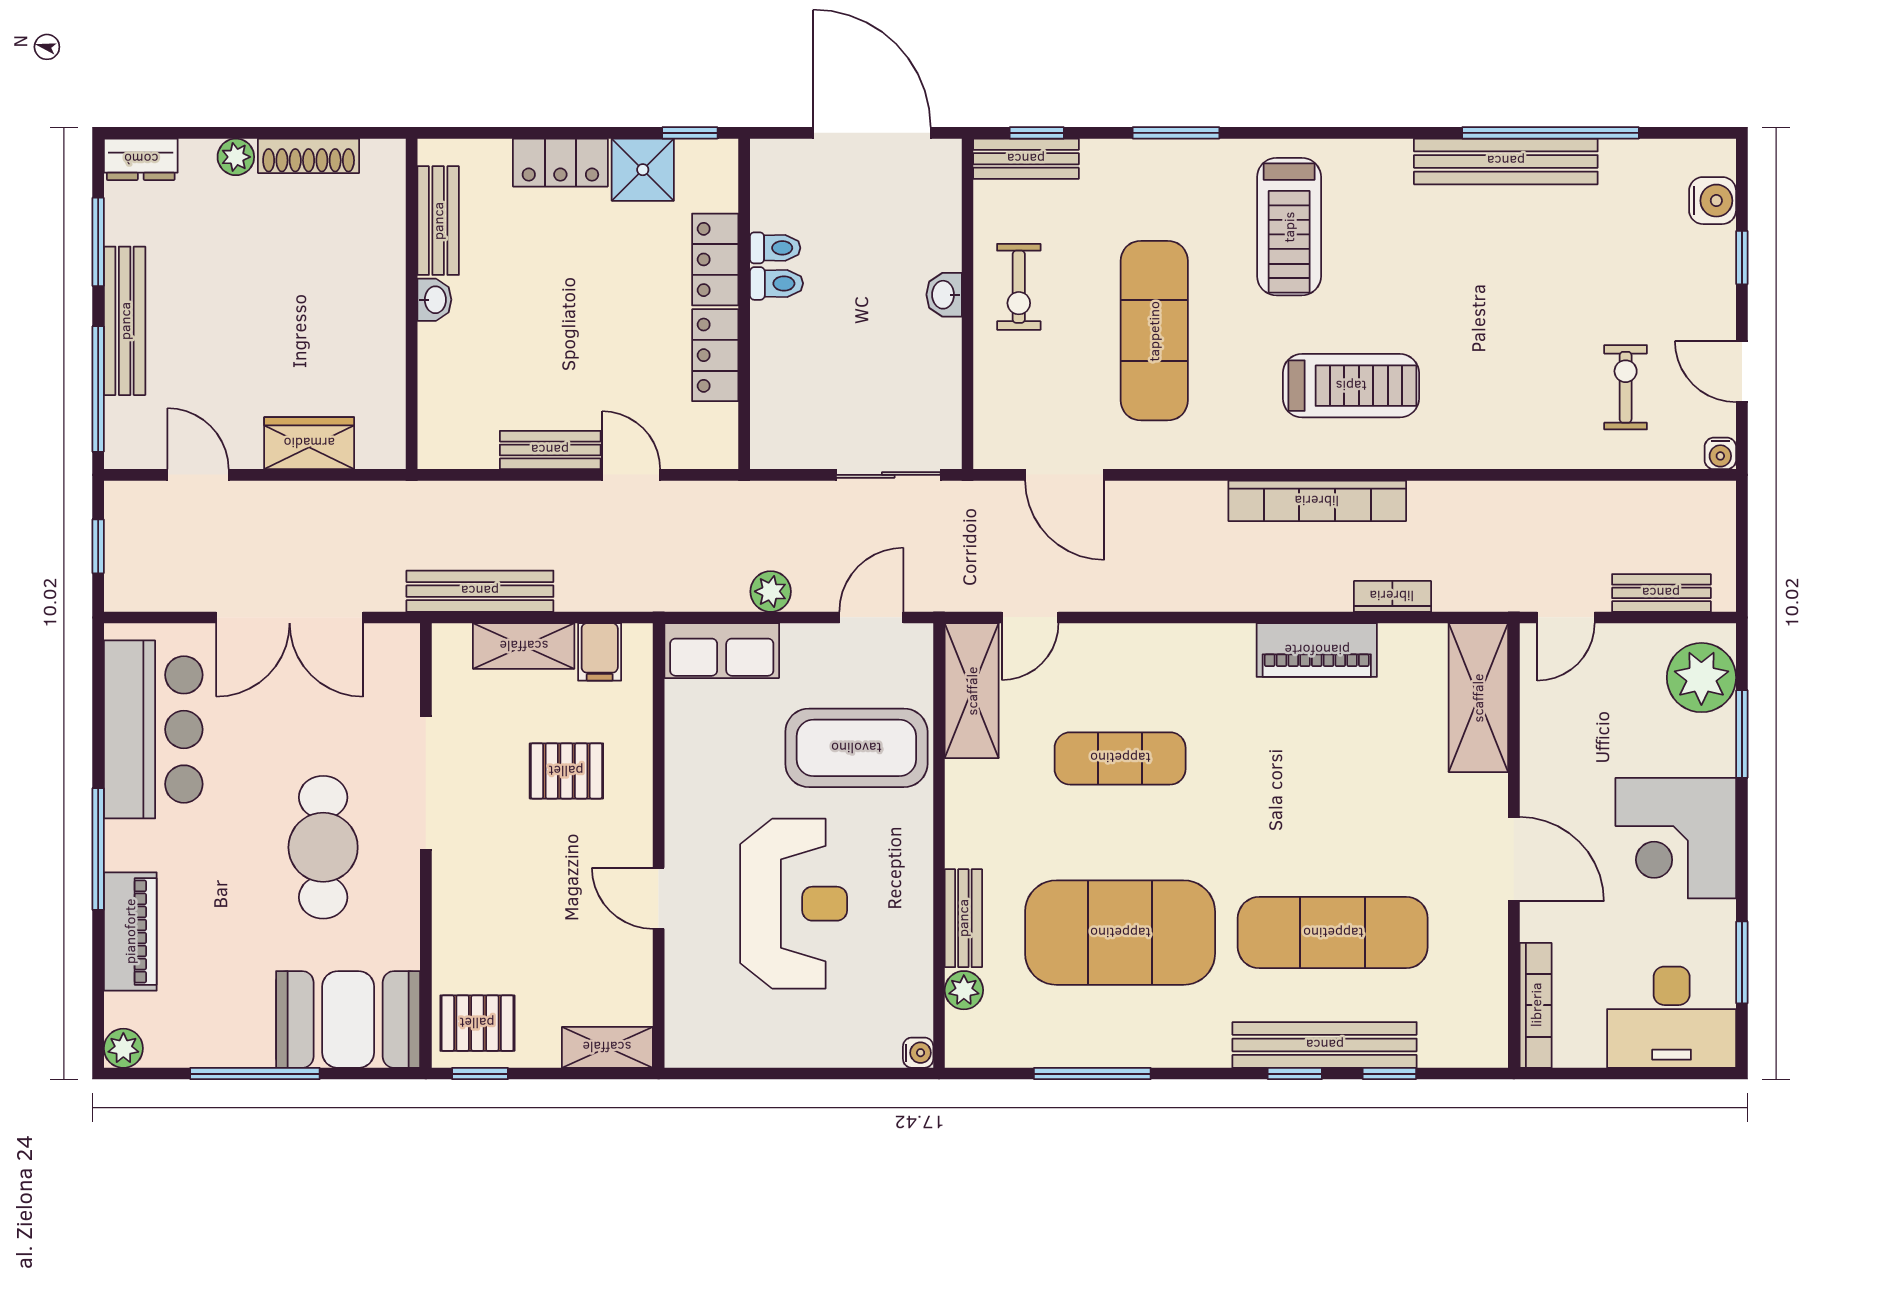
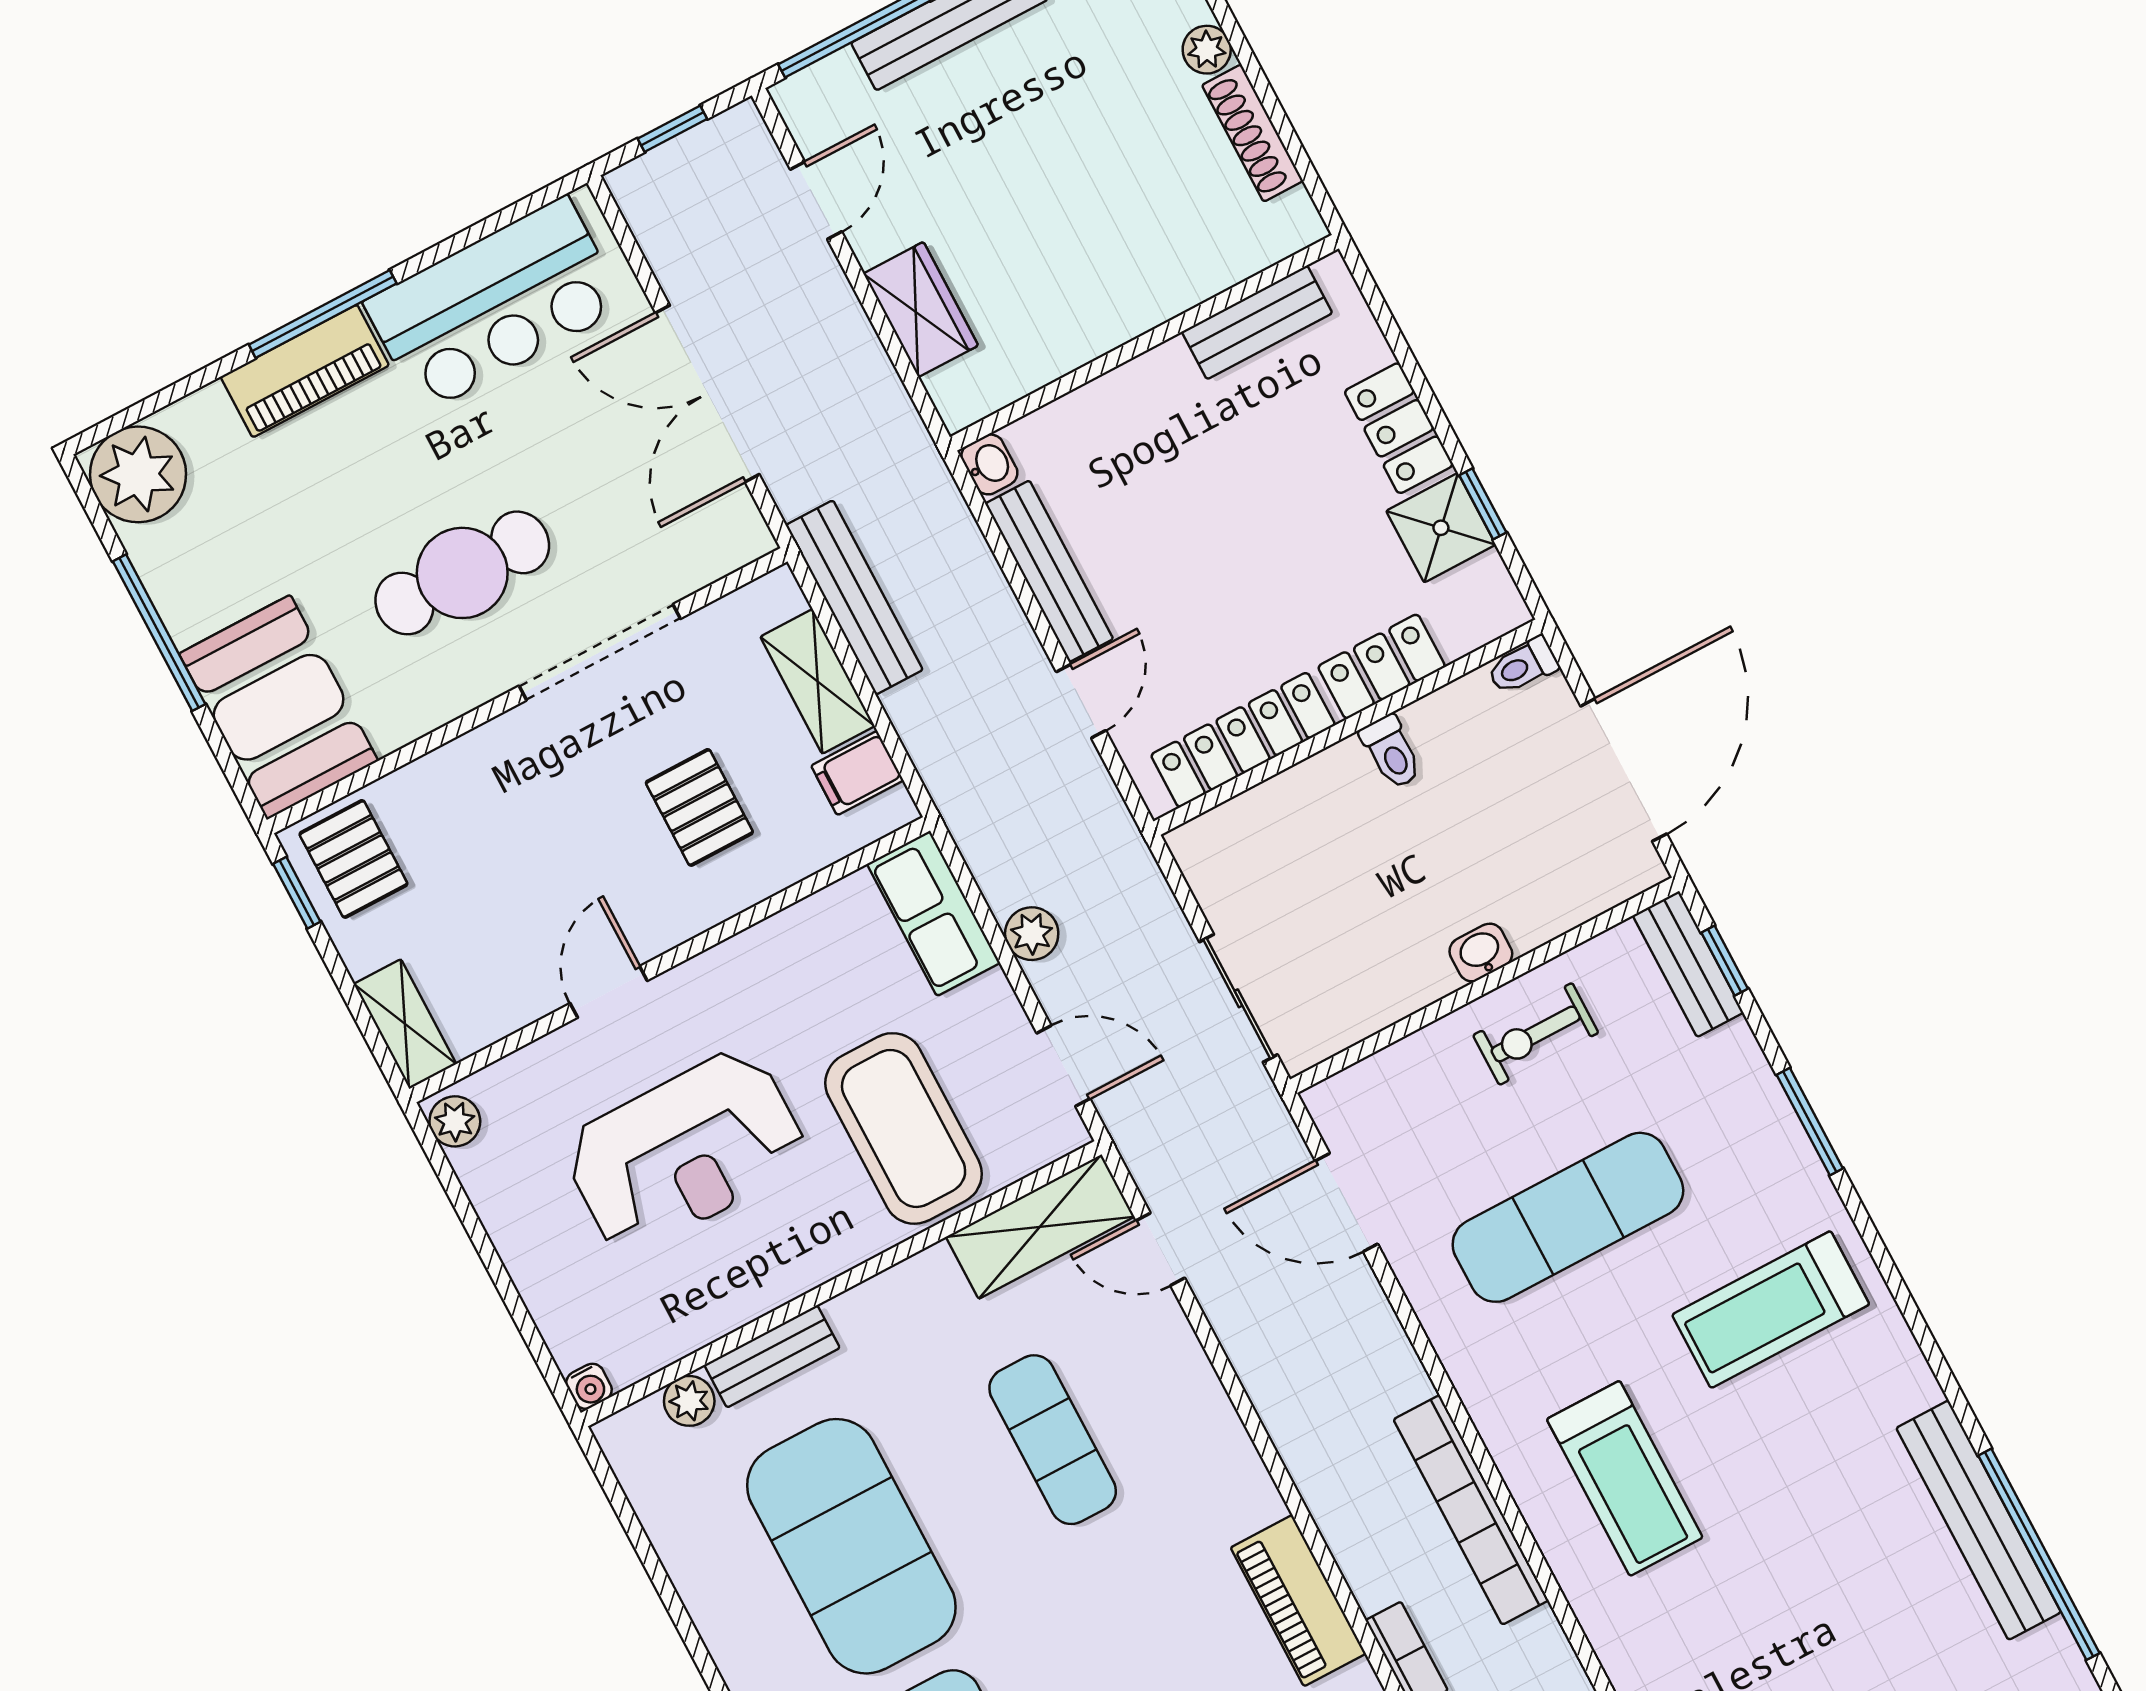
window: (690, 133) -> (1483, 504), moved
toilet: (775, 248) -> (1523, 666), moved, turned 90
washbasin: (434, 300) -> (989, 464), moved, turned -90
locker: (715, 355) -> (1243, 740), width x1.53
bench: (550, 450) -> (1049, 571), width x1.36
door: (1065, 475) -> (1346, 1202), hinge flipped
piano: (130, 931) -> (305, 371), moved
plant: (123, 1048) -> (138, 474), width x1.87, depth x1.87
plant: (691, 1049) -> (455, 1121), added
window: (1092, 1074) -> (671, 1600), removed

